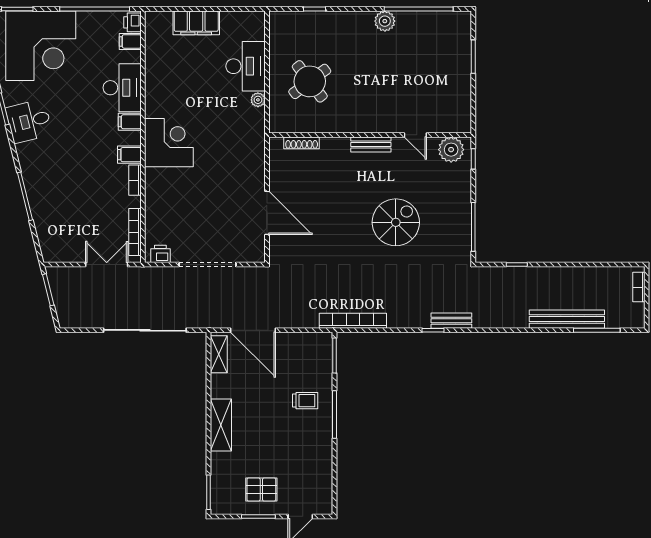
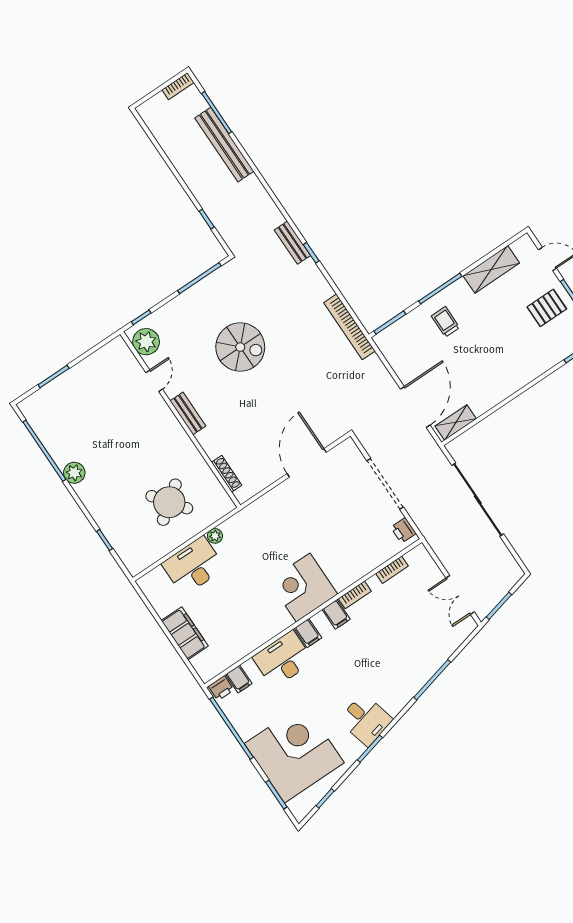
spiral stairs: (396, 222) -> (240, 347), turned 180
bookcase: (135, 232) -> (392, 570), width x0.64
double door: (107, 265) -> (460, 595), moved
bookcase: (639, 287) -> (178, 86), moved
shelving: (221, 425) -> (491, 269), moved
pallet: (261, 489) -> (547, 308), turned 90

